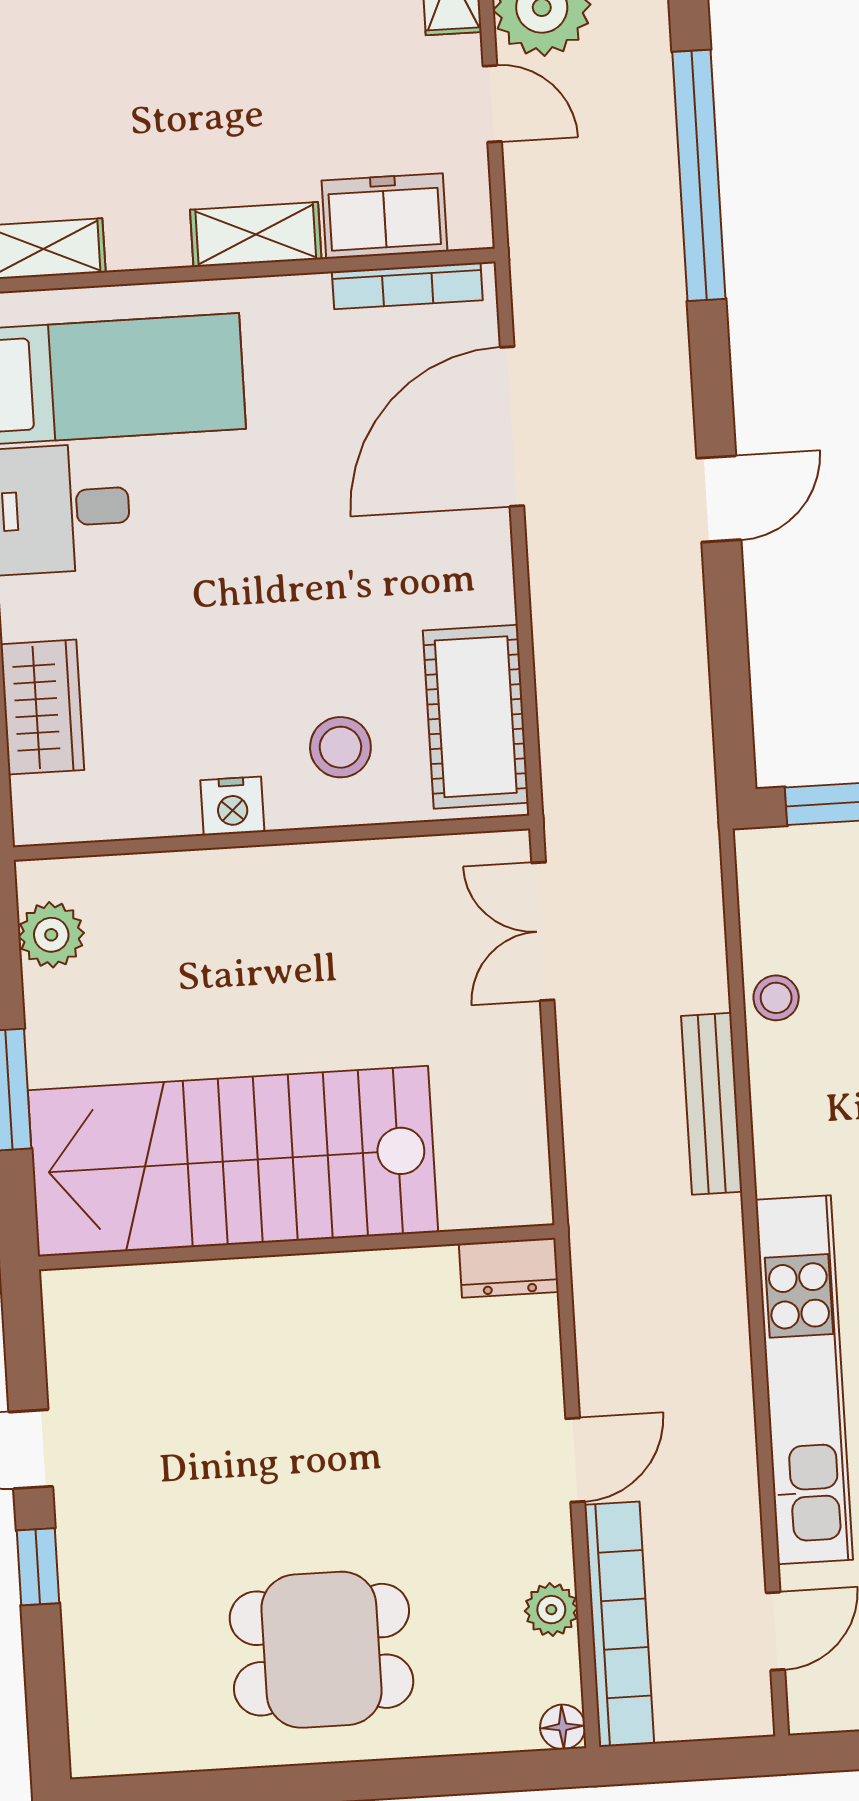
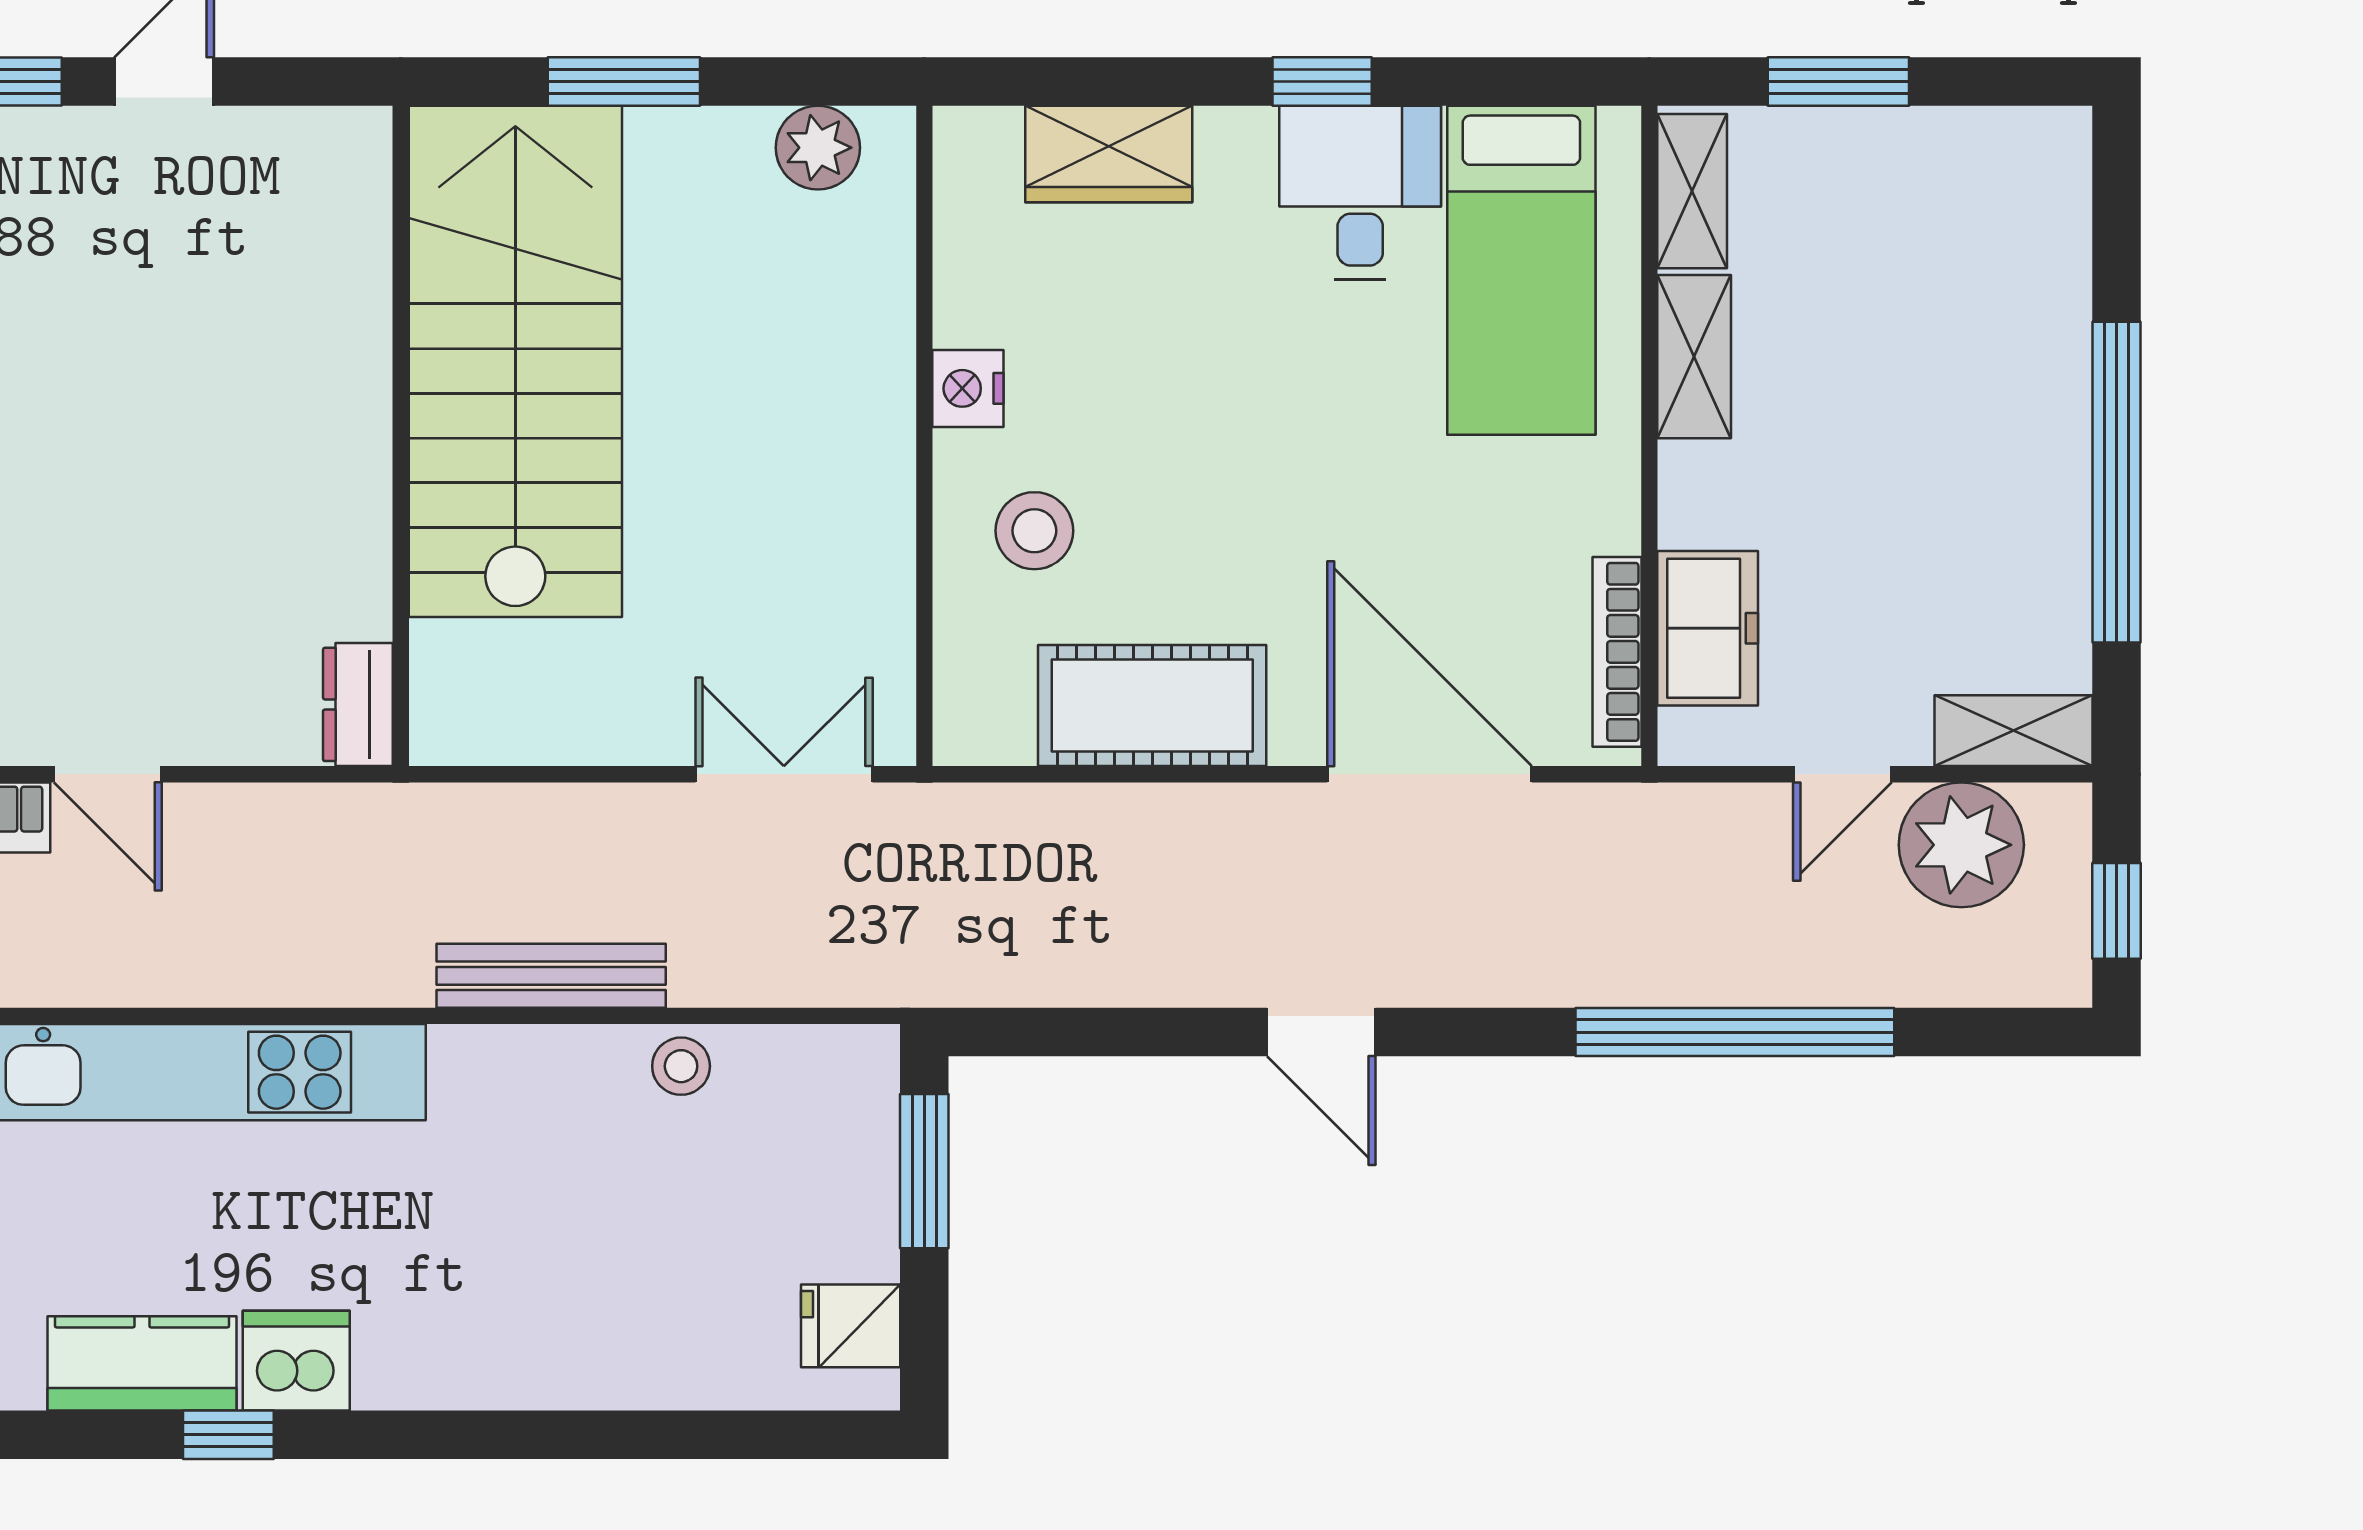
shelving: (256, 234) -> (1694, 357), moved
cot: (476, 717) -> (1152, 706), moved

